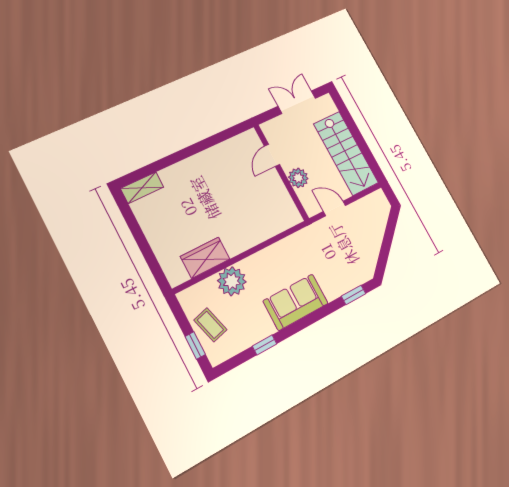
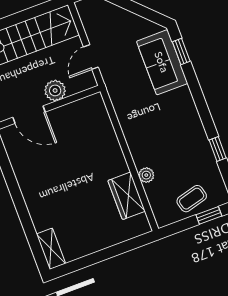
door: (272, 155) -> (29, 115), width x1.38
plant: (232, 281) -> (146, 175), width x0.53, depth x0.53
sofa: (296, 302) -> (162, 62), moved

